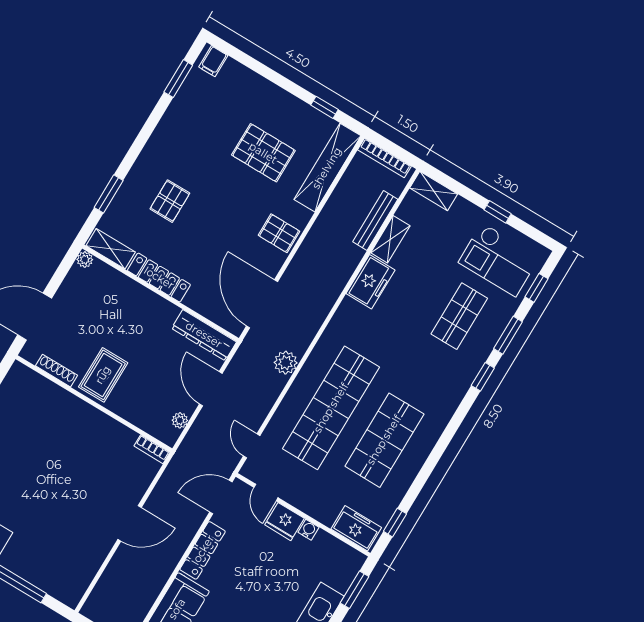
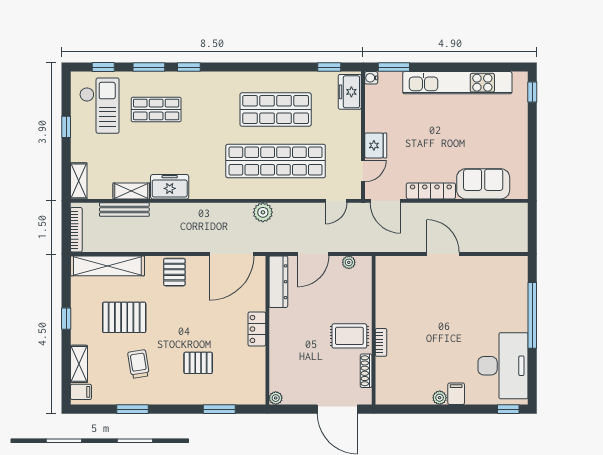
window: (178, 79) -> (132, 409), moved
window: (325, 107) -> (66, 319), moved
trolley: (206, 138) -> (139, 364), added
pallet: (263, 153) -> (124, 317), turned 90
shelving: (111, 249) -> (79, 364), moved
locker: (159, 278) -> (257, 329), width x0.66
bookcase: (152, 449) -> (381, 342), moved
water cooler: (308, 530) -> (371, 78), moved

